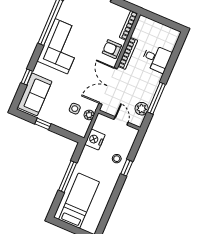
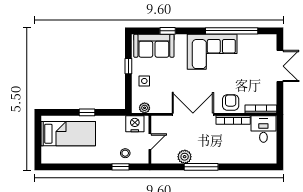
desk: (156, 58) -> (263, 129), moved, turned 180
side table: (75, 109) -> (144, 81), moved
plant: (89, 115) -> (145, 108), moved
wall: (119, 120) -> (150, 140), moved
door: (121, 121) -> (150, 142), moved
window: (68, 177) -> (87, 112), width x0.46

